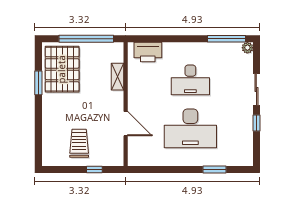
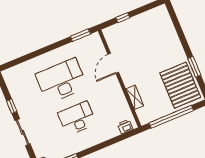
printer: (148, 52) -> (125, 127), width x0.53, depth x0.68
door: (126, 124) -> (113, 63), hinge flipped
trolley: (79, 143) -> (143, 33), removed
window: (215, 170) -> (80, 35), moved

